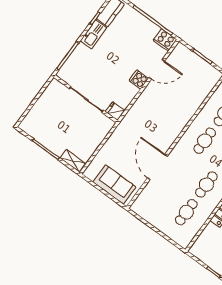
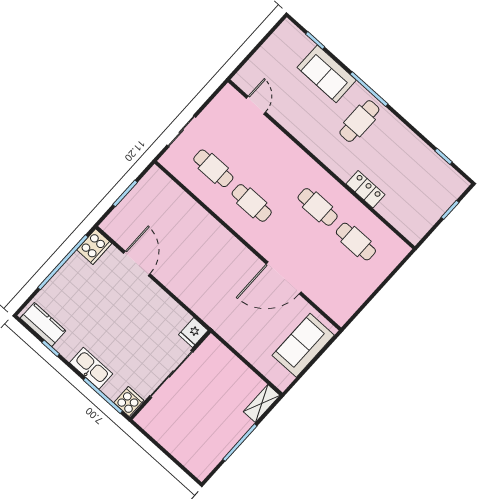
kitchen sink: (93, 34) -> (91, 368), moved
cooker: (139, 79) -> (129, 402), moved, turned 180

